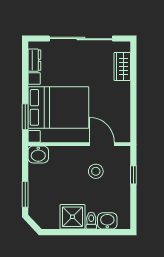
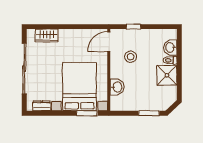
door: (102, 144) -> (109, 42), moved
washbasin: (38, 154) -> (117, 87), moved

